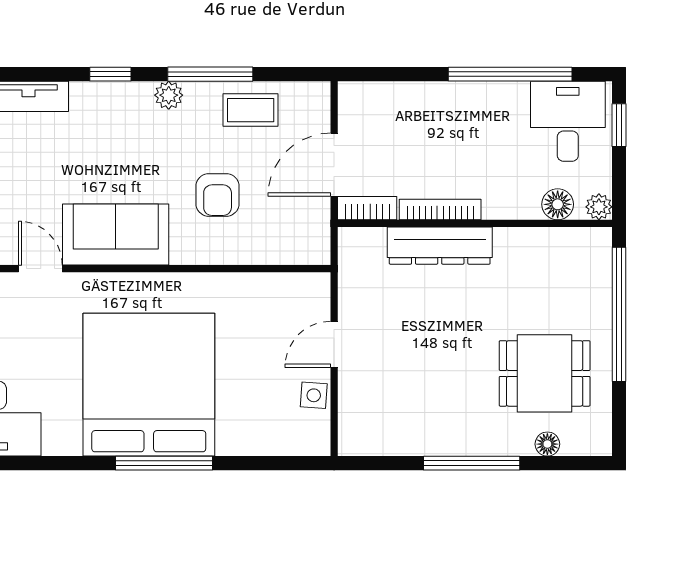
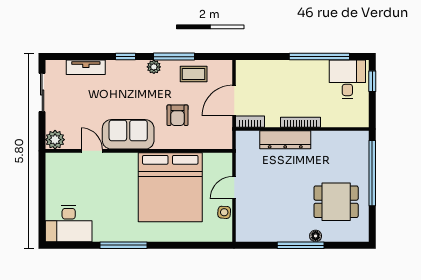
floor lamp: (558, 204) -> (342, 120), removed
plant: (599, 207) -> (362, 121), removed
bookcase: (440, 210) -> (301, 122), moved
bed: (149, 385) -> (170, 187), moved, turned 180
floor lamp: (547, 444) -> (316, 236), moved
window: (164, 463) -> (124, 245), moved

